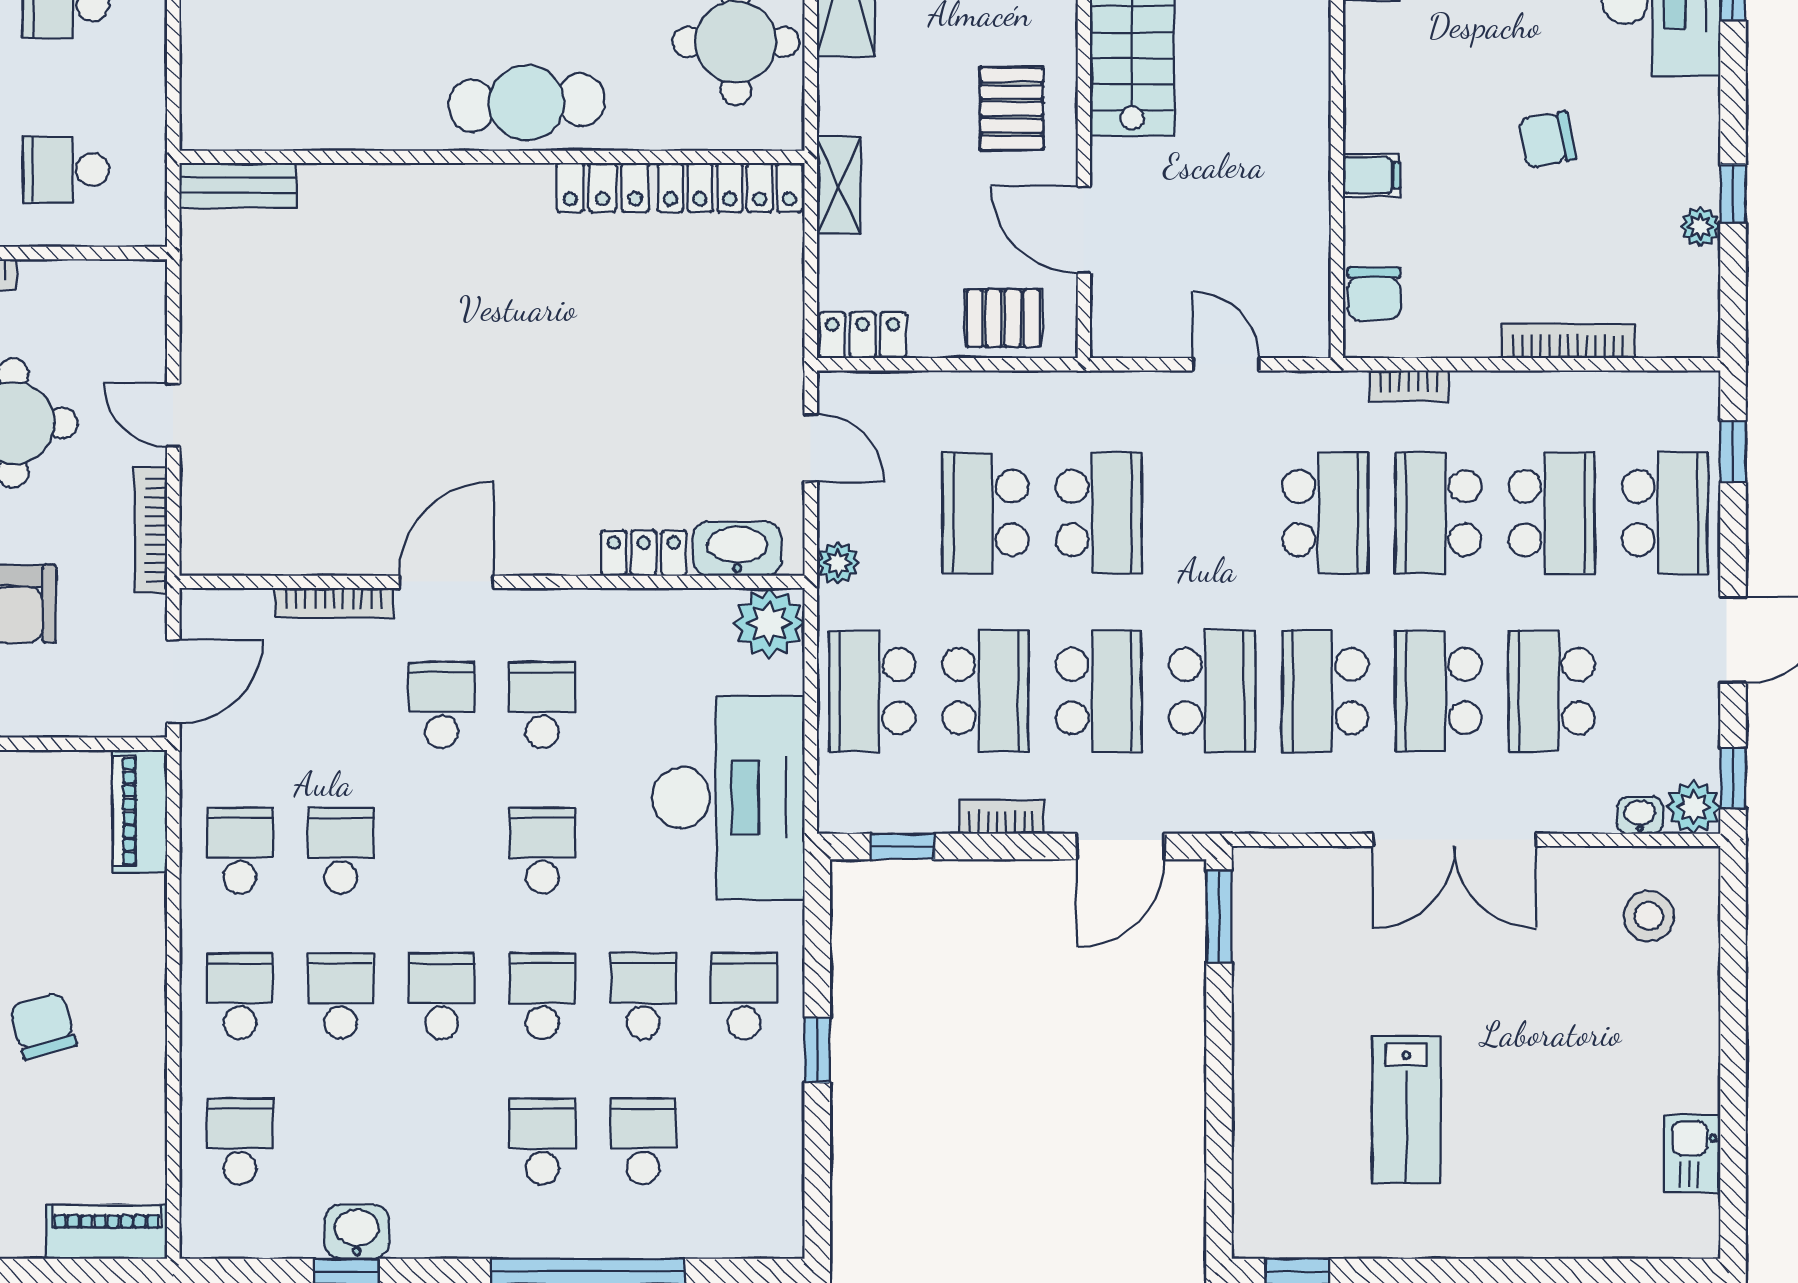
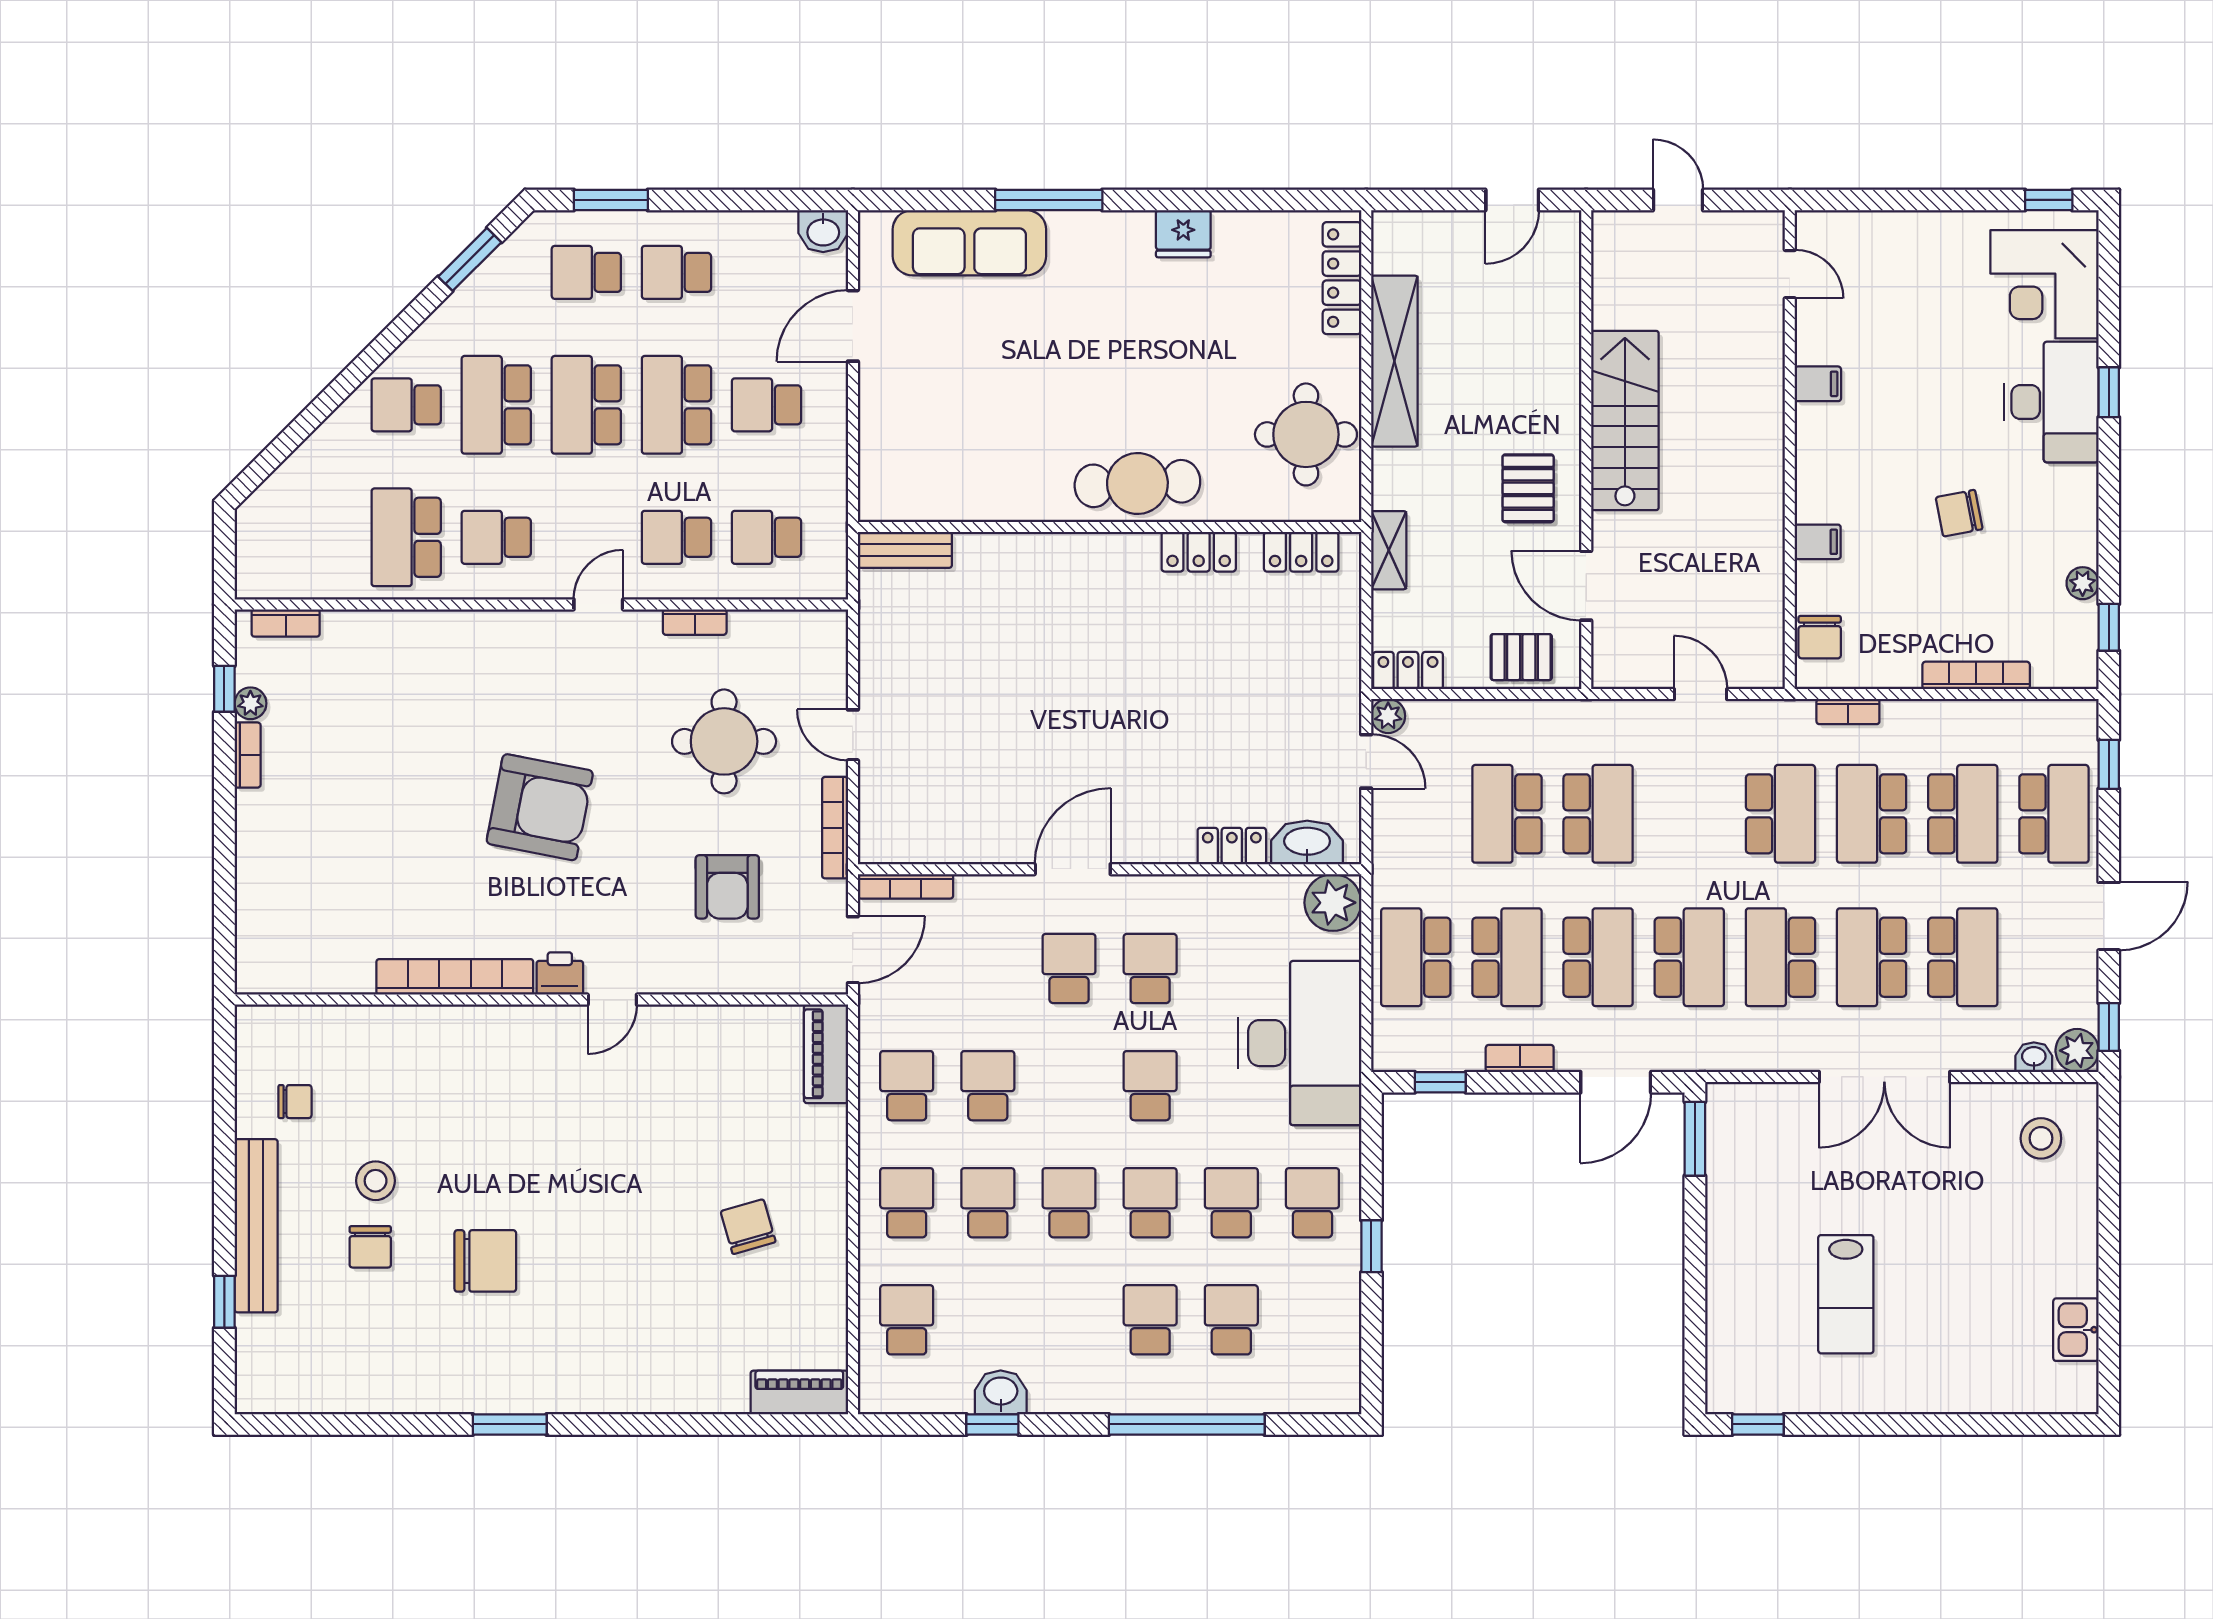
locker: (730, 188) -> (1301, 552), width x0.66
window: (1733, 194) -> (2109, 627), moved
plant: (838, 563) -> (1388, 716), moved
bookcase: (334, 603) -> (905, 886), moved
school desk: (1552, 691) -> (1963, 957), turned 180

